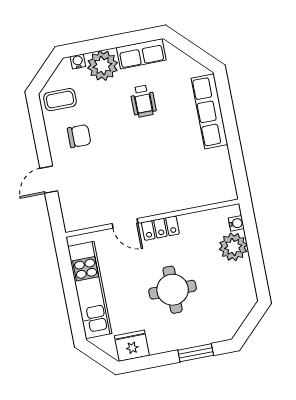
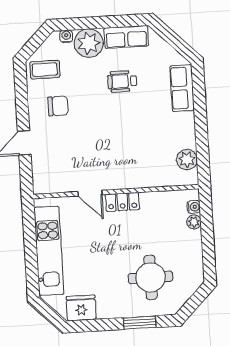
wheelchair: (143, 101) -> (122, 81), turned 90
row of seats: (209, 111) -> (182, 88), width x0.68
plant: (222, 174) -> (187, 160), added
plant: (233, 247) -> (194, 222), width x0.53, depth x0.53
round table: (173, 290) -> (151, 277), moved

